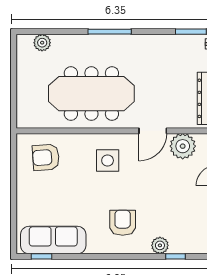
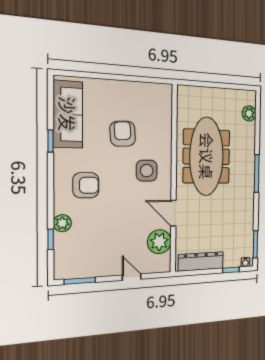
armchair: (46, 157) -> (123, 134), moved
window: (42, 256) -> (51, 141), moved

